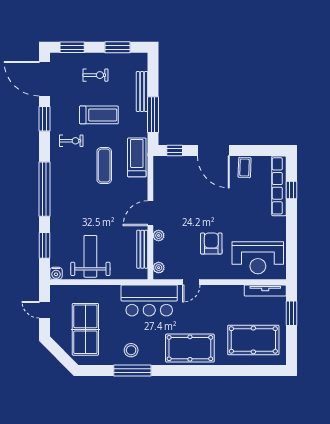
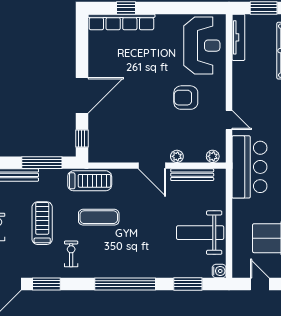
treadmill: (137, 157) -> (90, 181), turned 180
coffee table: (245, 167) -> (101, 60), removed
door: (44, 310) -> (260, 284), swing flipped

